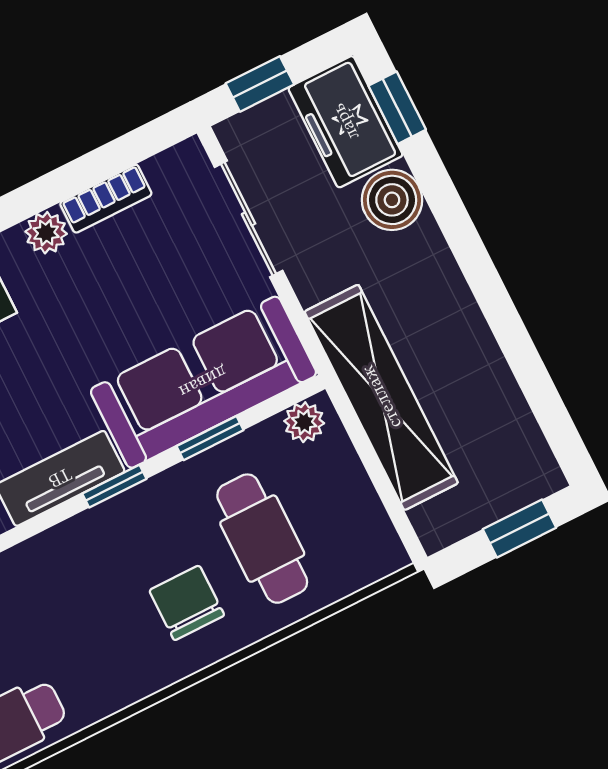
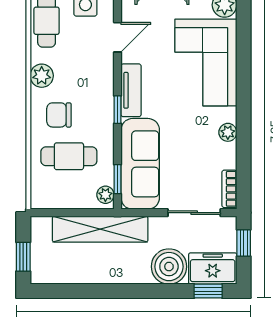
bookcase: (106, 199) -> (229, 189), moved
boiler: (392, 200) -> (169, 267), width x1.37, depth x1.37
window: (210, 438) -> (118, 179), moved
chair: (187, 603) -> (59, 115), turned 180
plant: (123, 680) -> (42, 76), added

